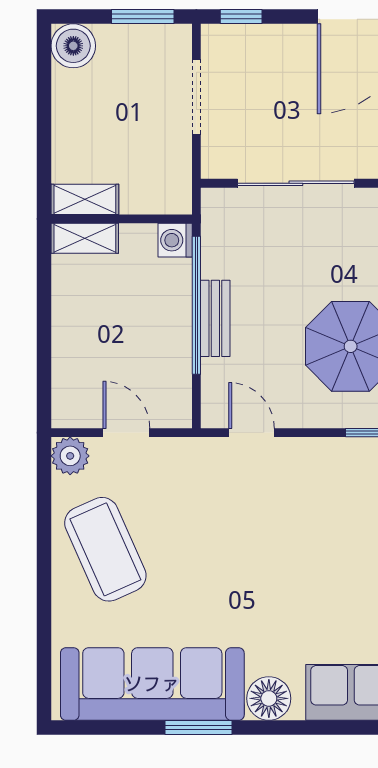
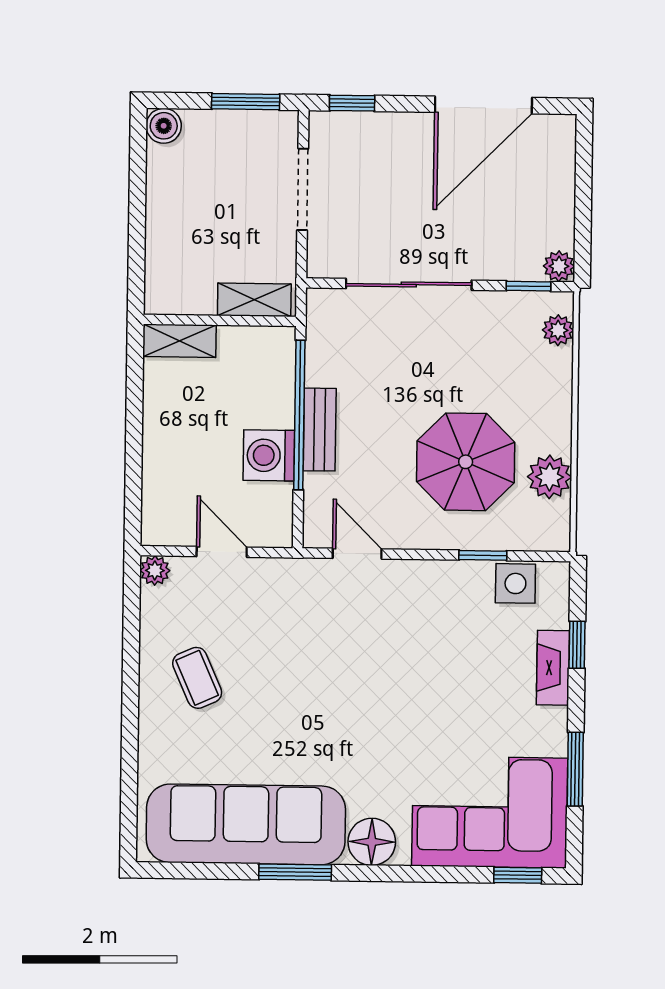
boiler: (73, 46) -> (164, 126), width x0.73, depth x0.73
shelving: (85, 199) -> (254, 300), moved
washing machine: (175, 240) -> (269, 455), moved, width x1.38, depth x1.38
plant: (70, 456) -> (155, 570), width x0.73, depth x0.73
coffee table: (105, 549) -> (197, 678), width x0.54, depth x0.58

